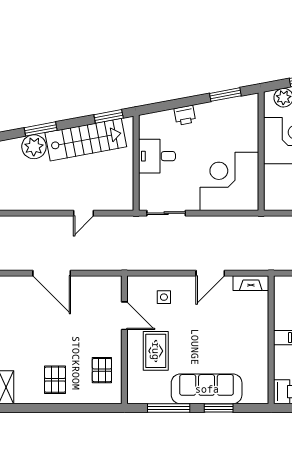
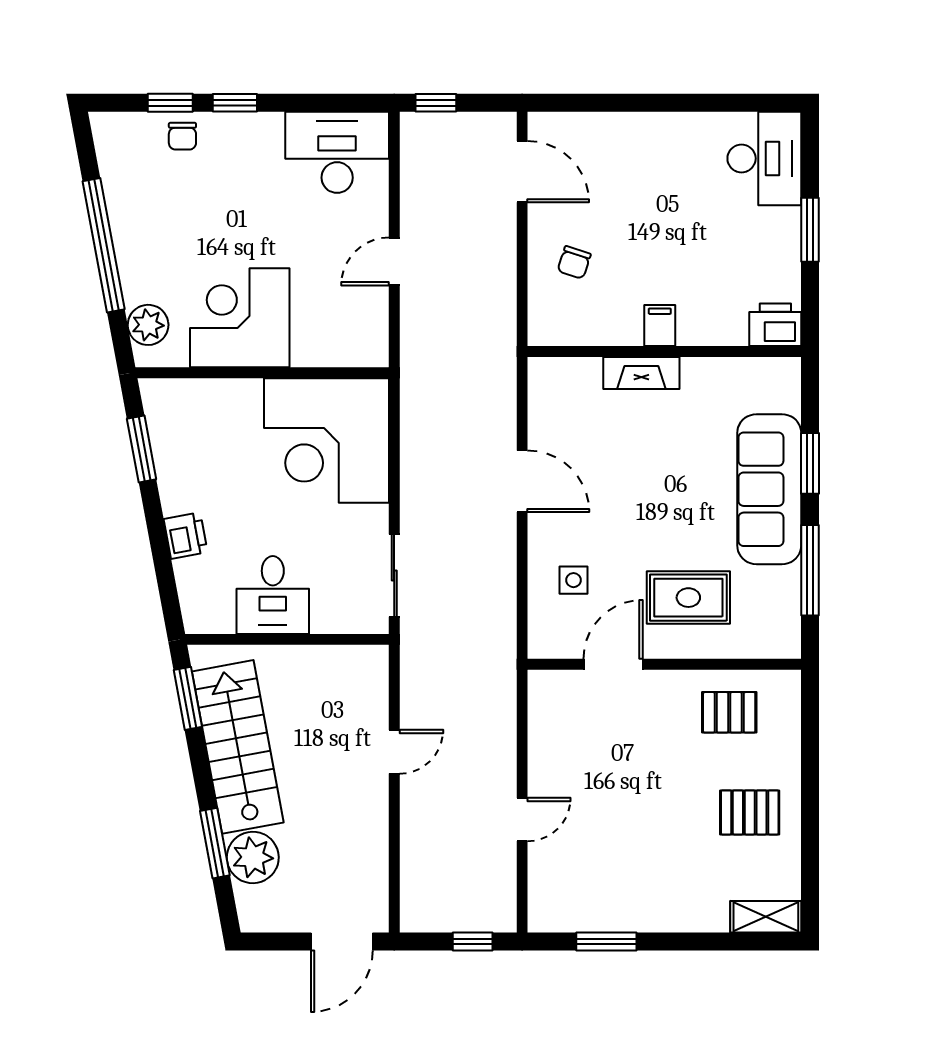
door: (83, 213) -> (394, 752), hinge flipped
door: (52, 273) -> (522, 819), width x0.53
fireplace: (251, 283) -> (641, 373), moved, turned 90

